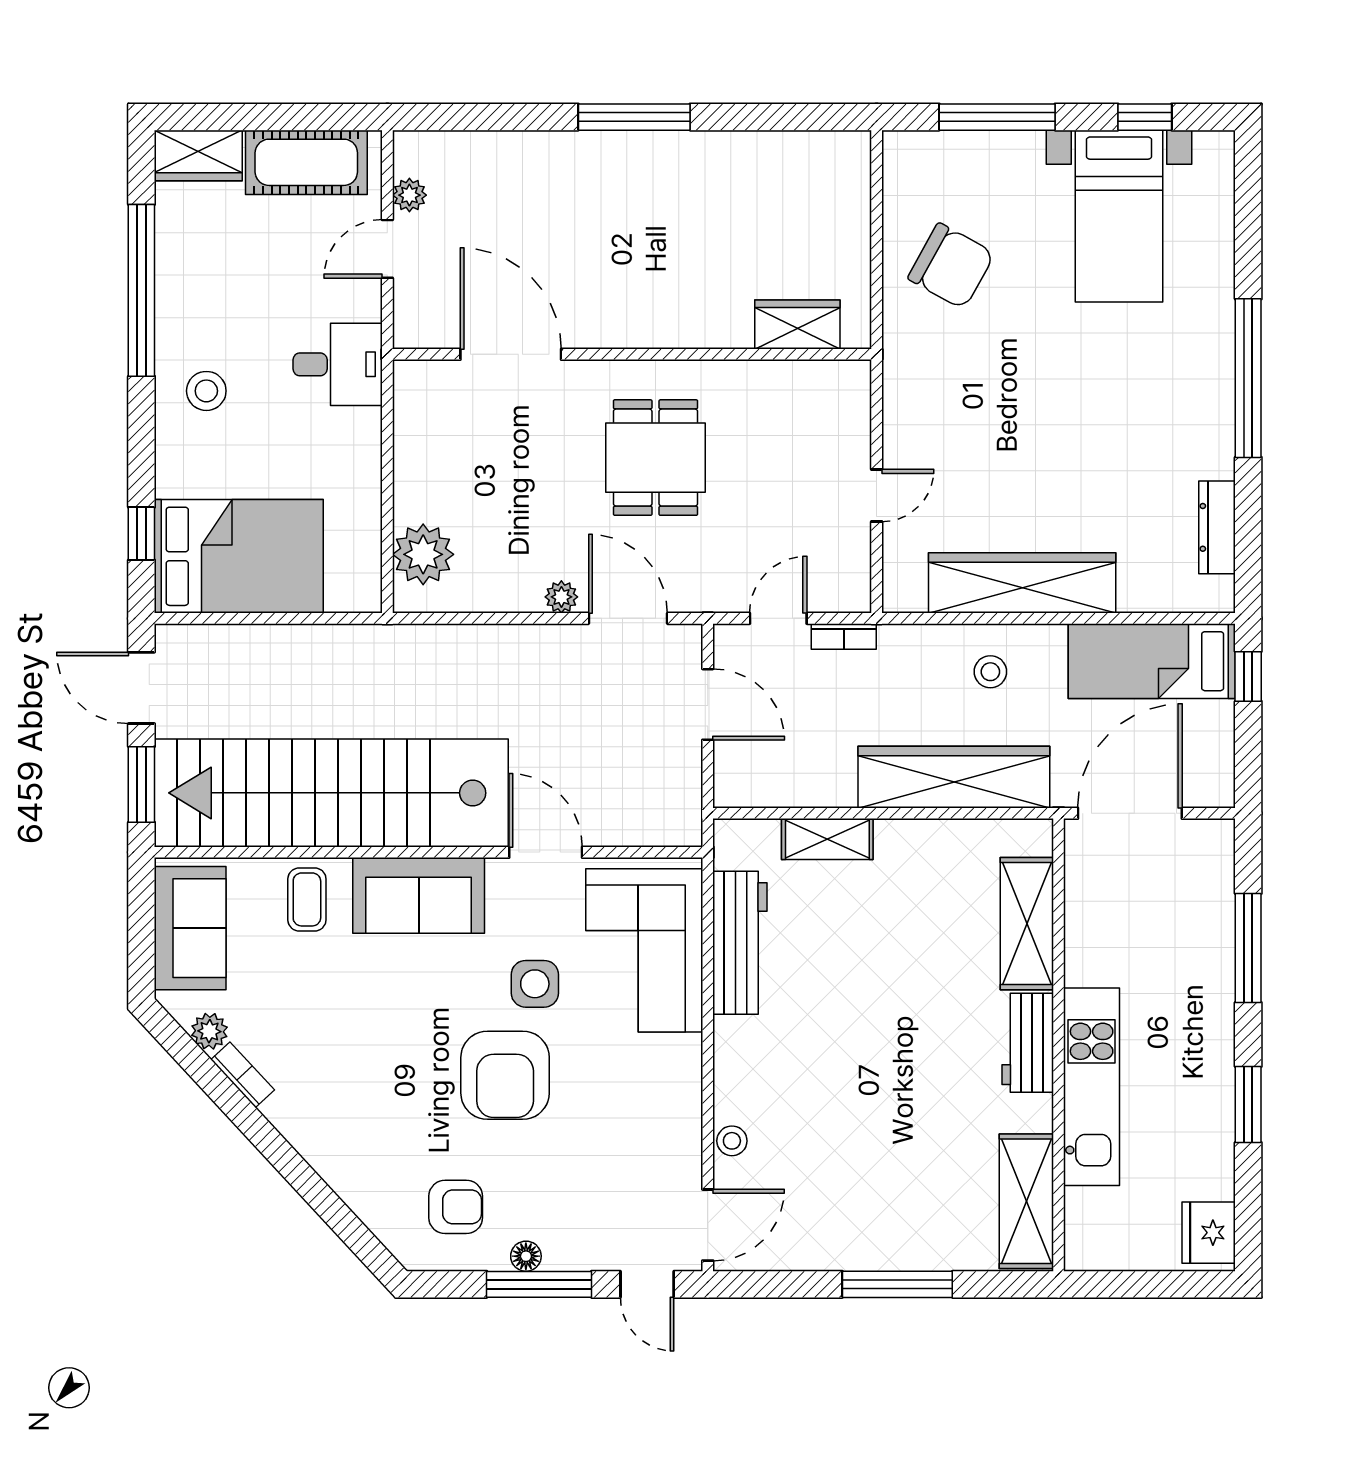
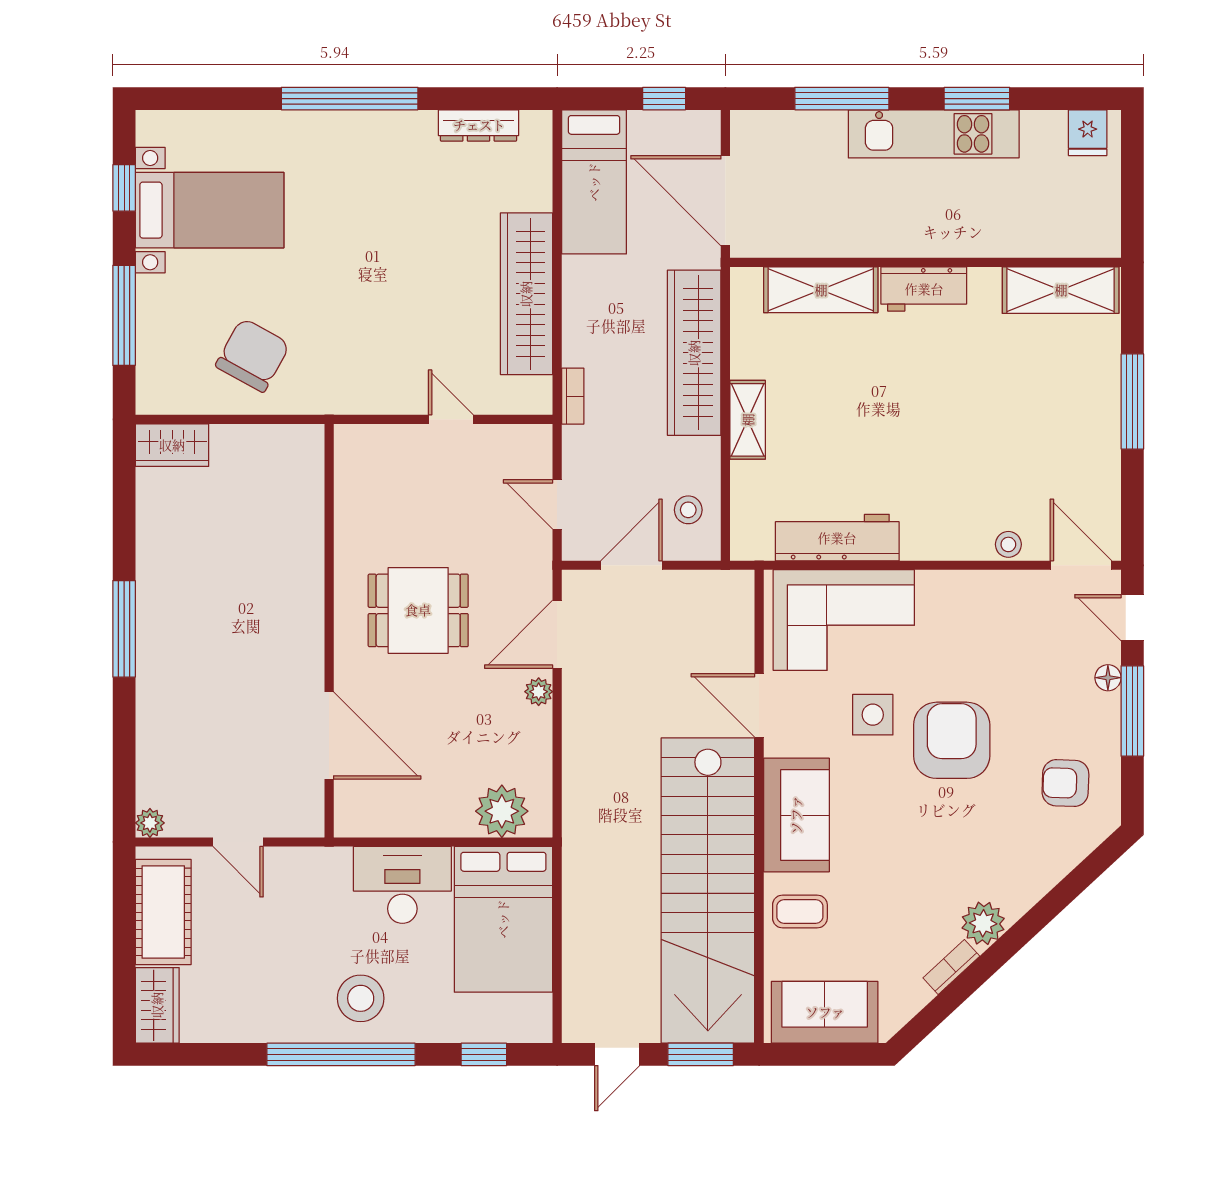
plant: (409, 195) -> (150, 823), moved
window: (141, 290) -> (341, 1054), moved
wardrobe: (797, 324) -> (172, 445), moved, turned -90
door: (511, 354) -> (329, 735), swing flipped
desk: (338, 364) -> (402, 885), moved, width x1.37
stool: (206, 391) -> (361, 998), width x1.38, depth x1.38
bed: (239, 556) -> (503, 919), moved, turned 180
bookcase: (844, 637) -> (573, 396), moved
stool: (990, 672) -> (688, 510), moved
window: (1248, 676) -> (664, 99), moved
door: (141, 688) -> (617, 1054), width x0.73
shelving: (827, 839) -> (748, 420), moved
door: (546, 852) -> (759, 705), hinge flipped
plant: (209, 1031) -> (983, 923), moved, width x1.38, depth x1.38
armchair: (505, 1075) -> (952, 740), turned -90
kitchen unit: (1092, 1087) -> (934, 134), moved, turned 180
armchair: (456, 1207) -> (1065, 783), turned -88
fridge: (1209, 1233) -> (1088, 133), width x0.72
floor lamp: (526, 1256) -> (1108, 678), moved
door: (647, 1284) -> (1132, 618), swing flipped

